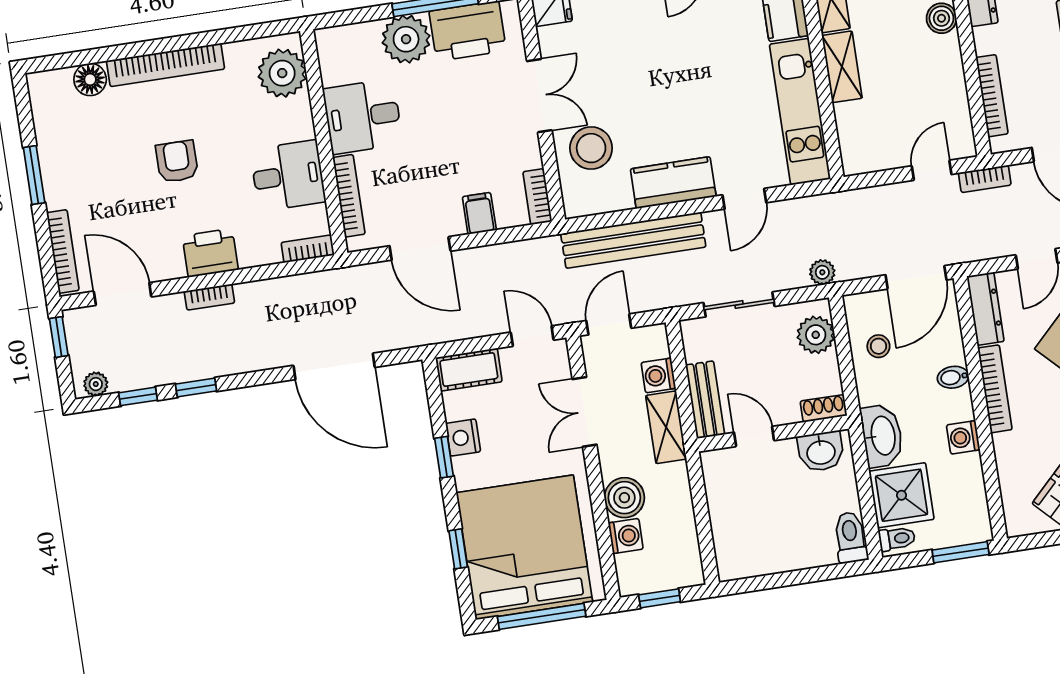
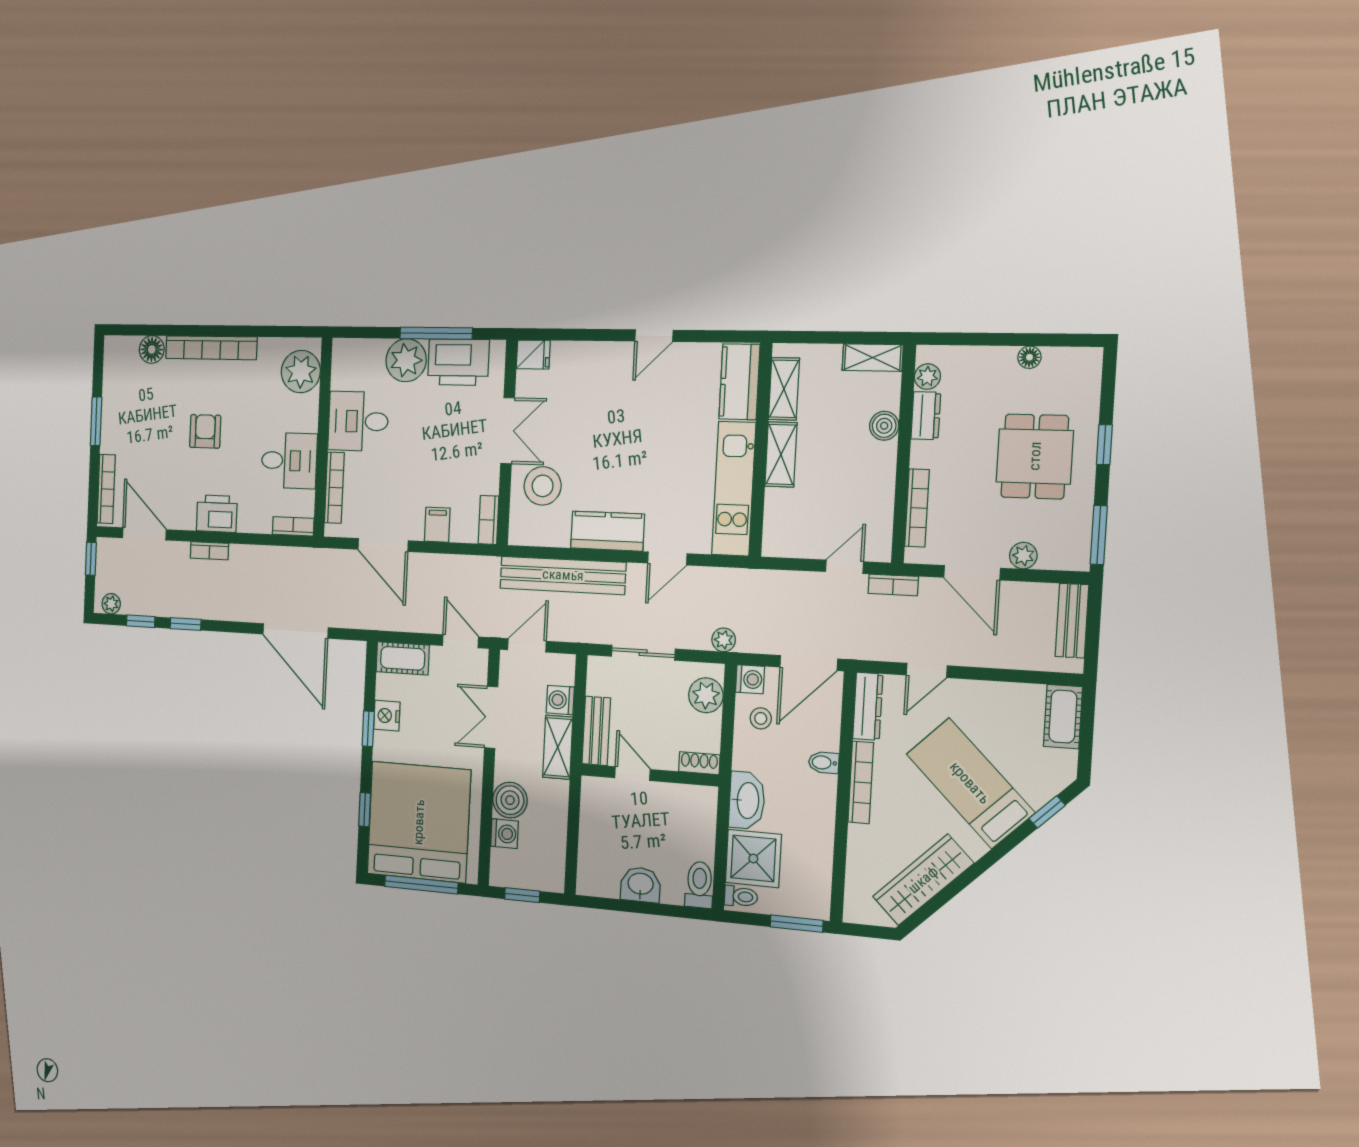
washing machine: (963, 437) -> (750, 679), moved, turned 180
washbasin: (821, 451) -> (641, 885), moved, turned 180

